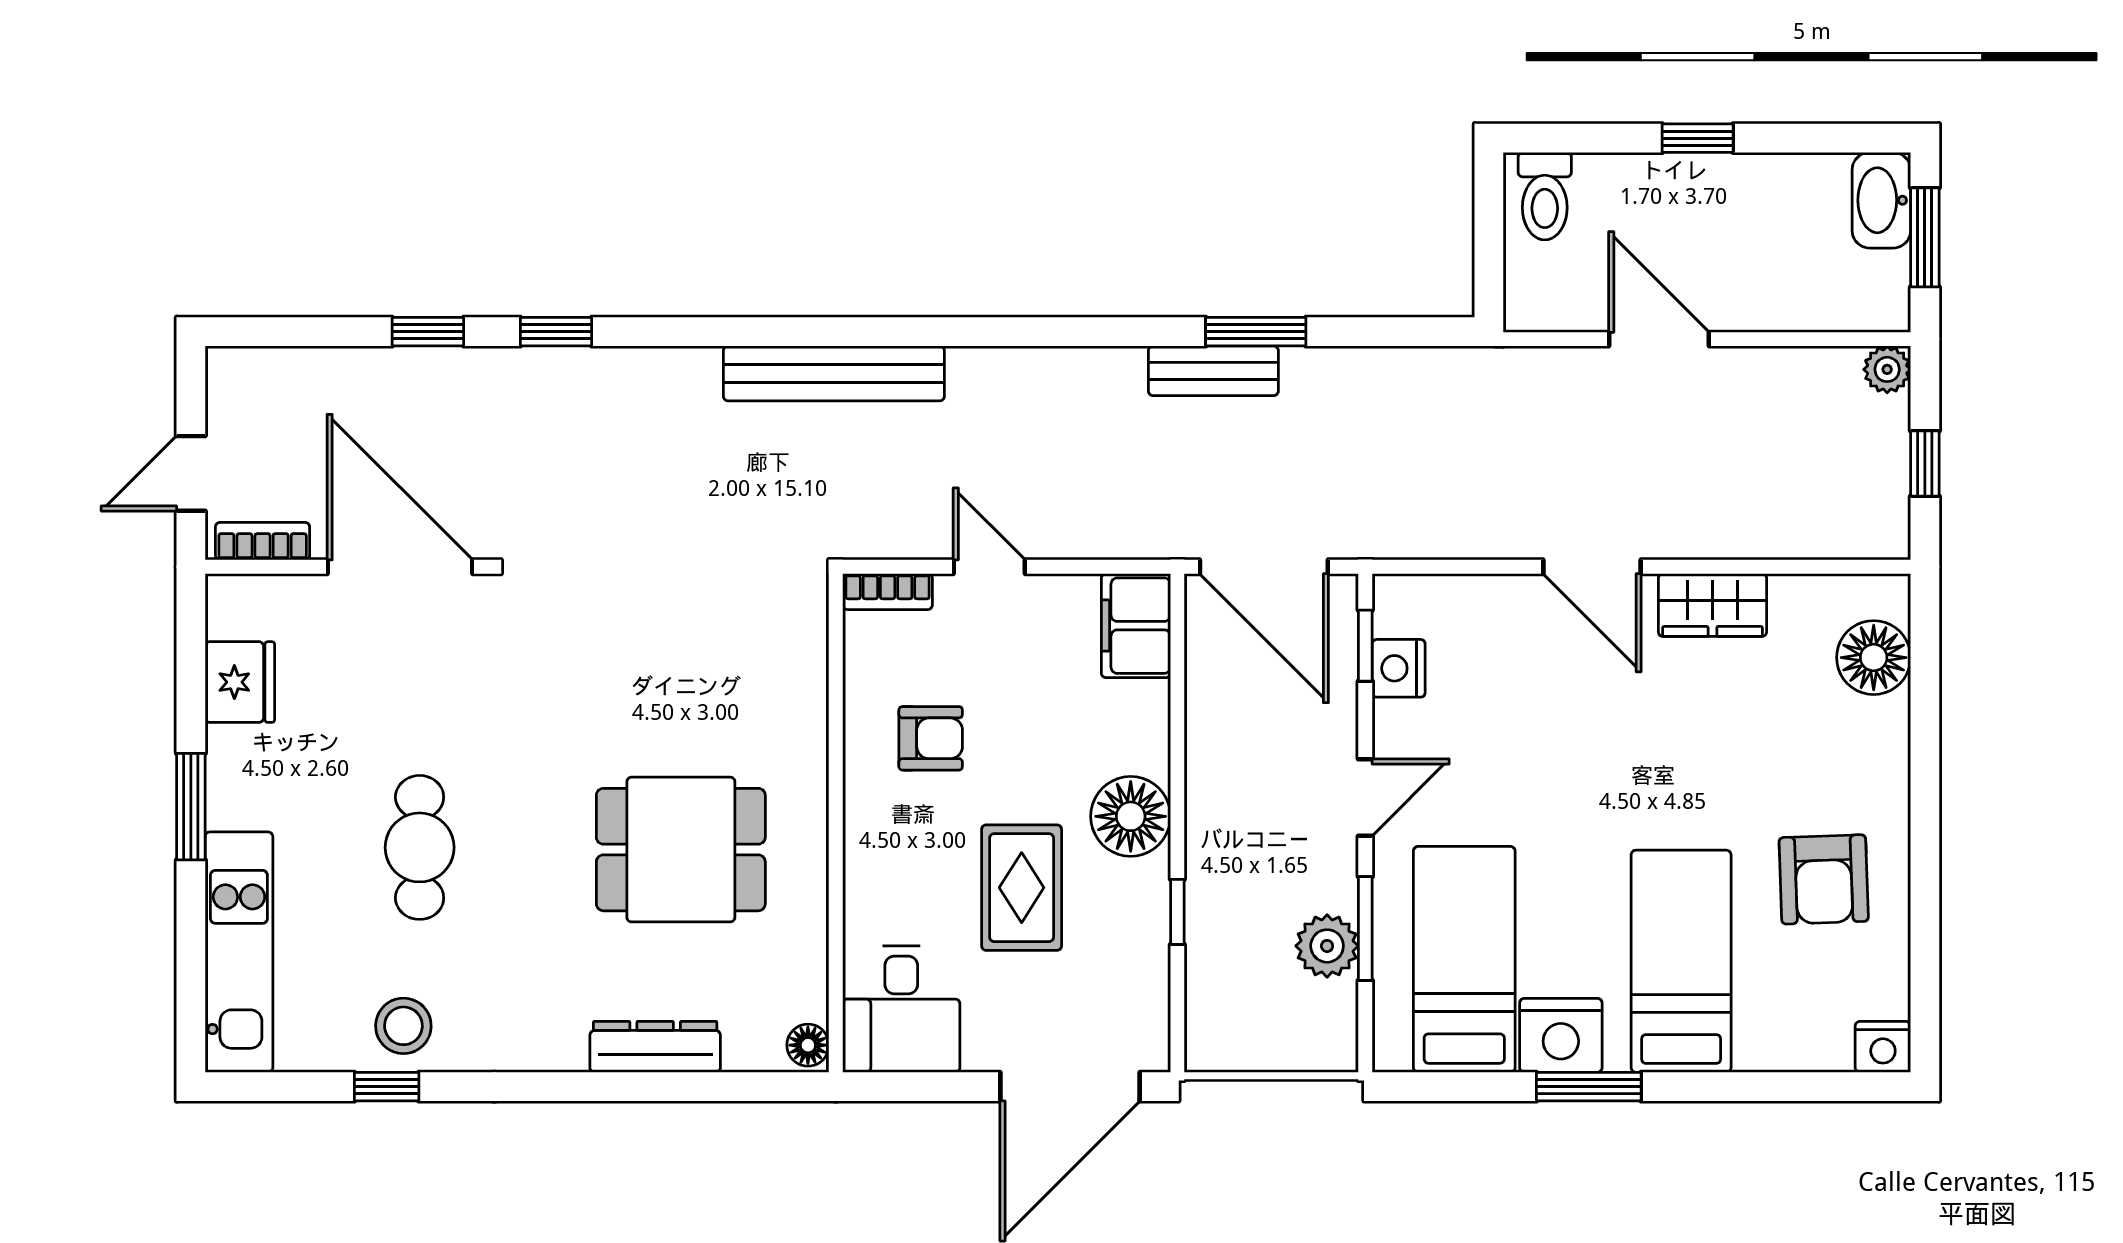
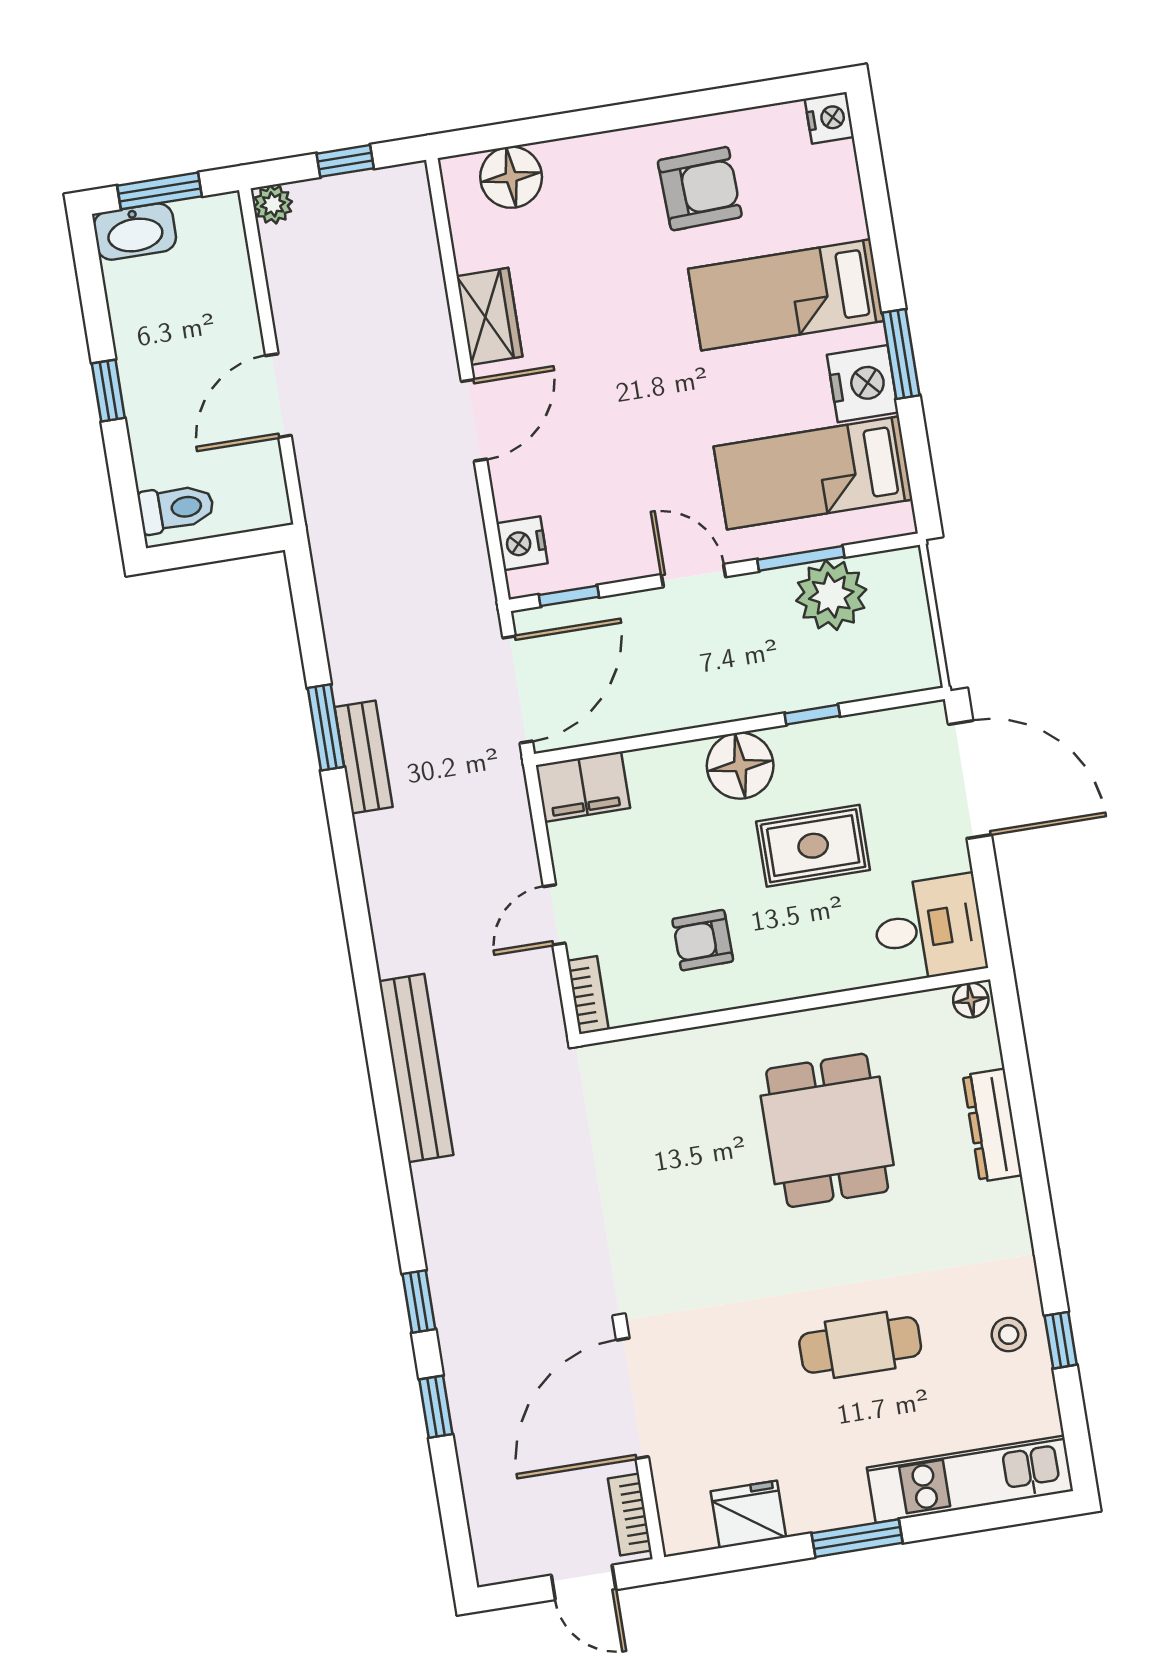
nightstand: (1399, 668) -> (522, 543), moved, turned 90
armchair: (931, 738) -> (703, 940), turned -91
plant: (1327, 946) -> (831, 595), width x1.36, depth x1.36
stool: (403, 1026) -> (1009, 1335), width x0.73, depth x0.73

